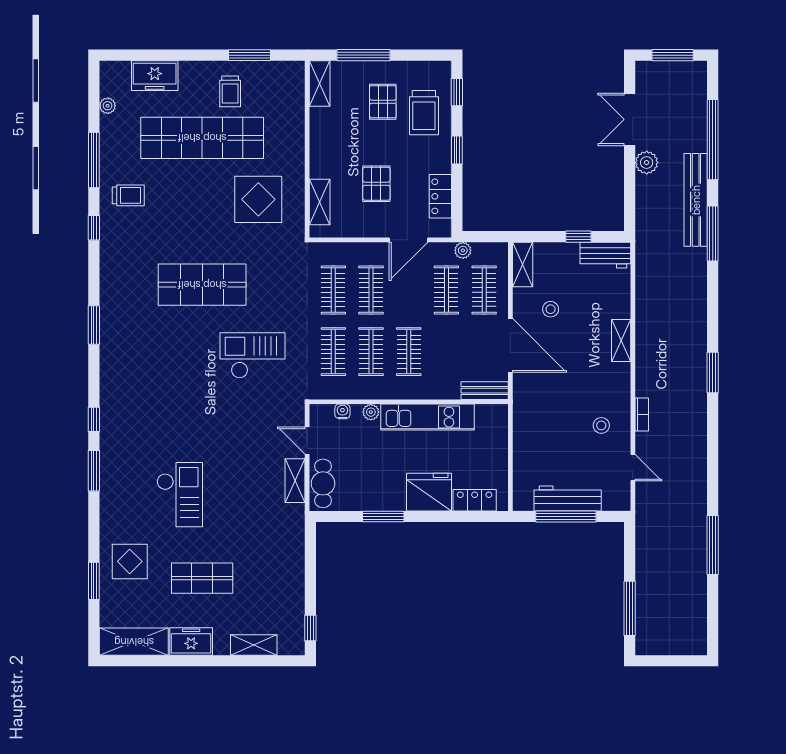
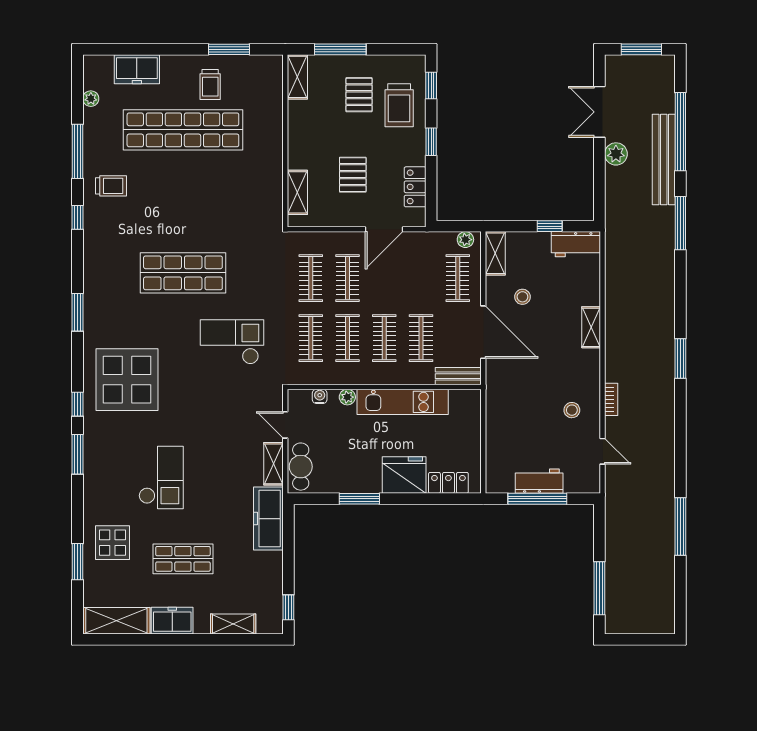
display table: (258, 199) -> (127, 380), moved, width x1.36, depth x1.36
bench: (696, 200) -> (664, 159), moved
plant: (463, 250) -> (465, 240), moved
clothes rail: (446, 290) -> (421, 338), moved
workbench: (568, 498) -> (539, 481), width x0.73
freezer: (290, 537) -> (268, 519), added

